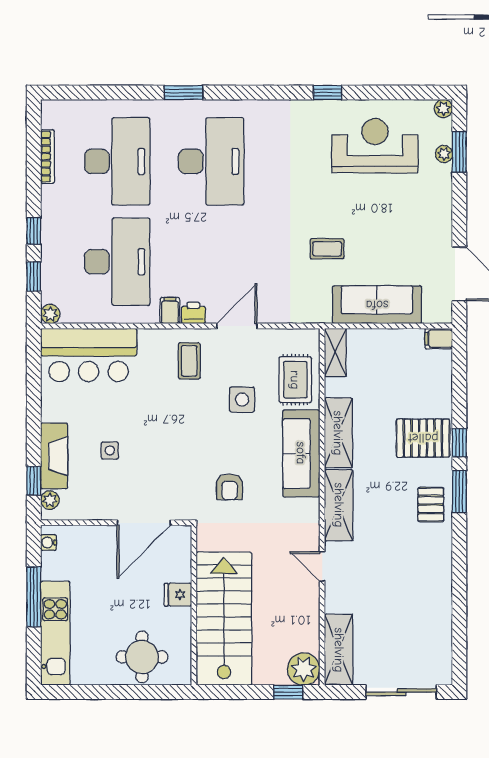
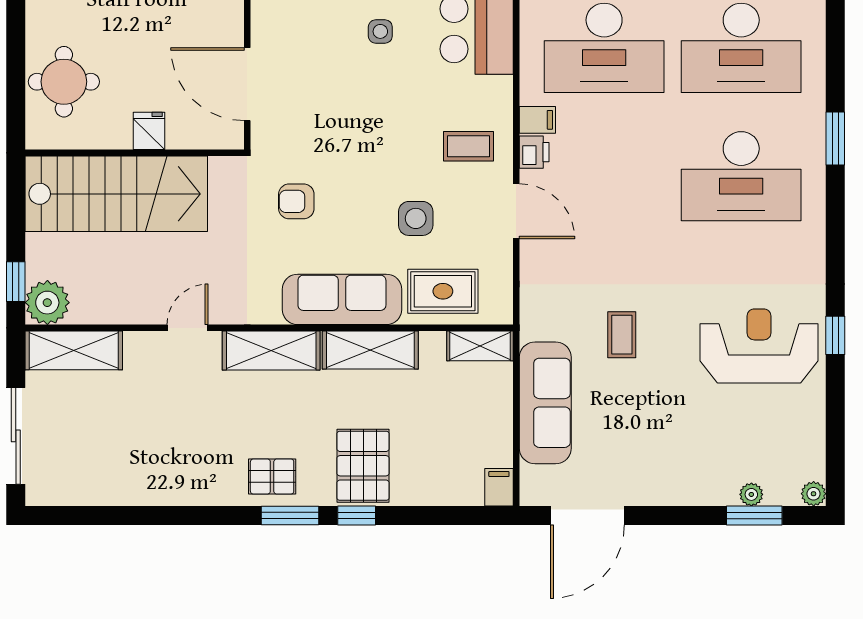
reception desk: (375, 146) -> (759, 346), moved, turned -90
side table: (110, 450) -> (380, 31), moved

